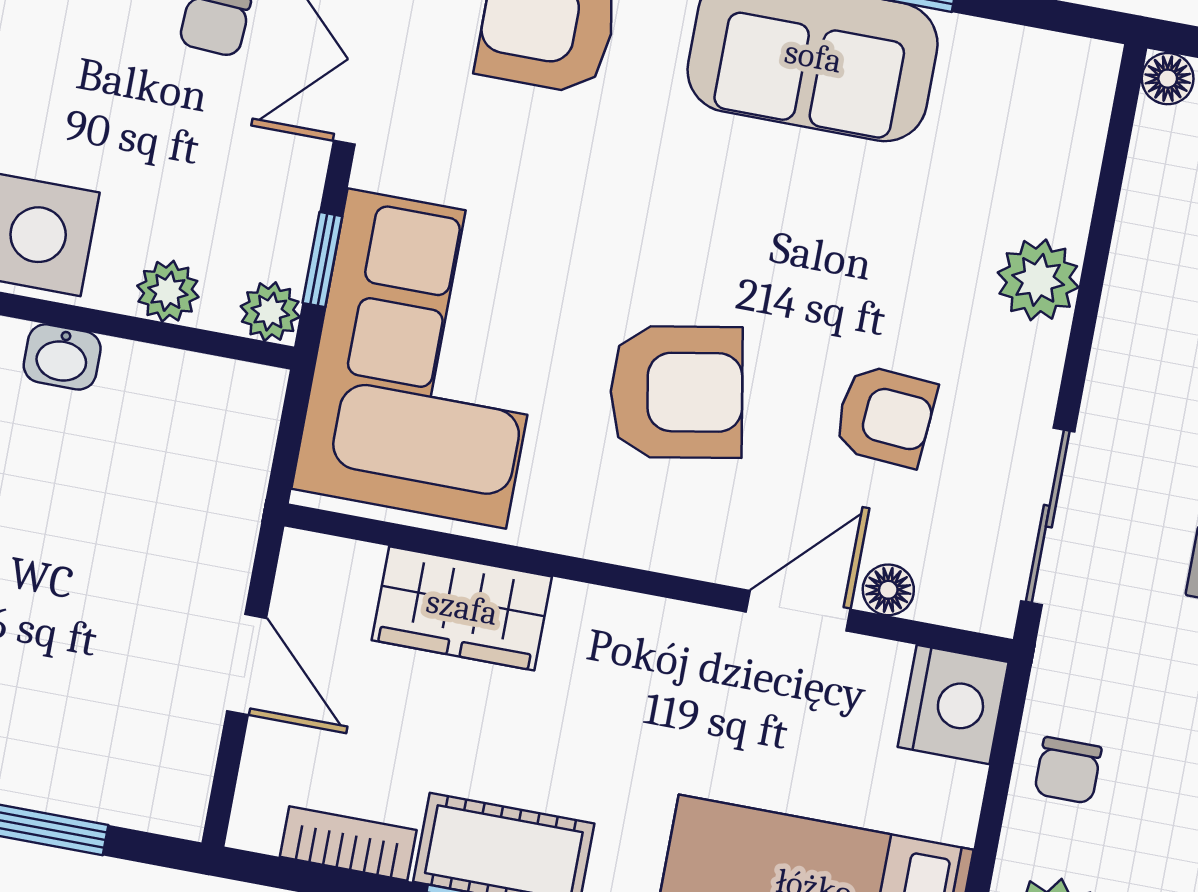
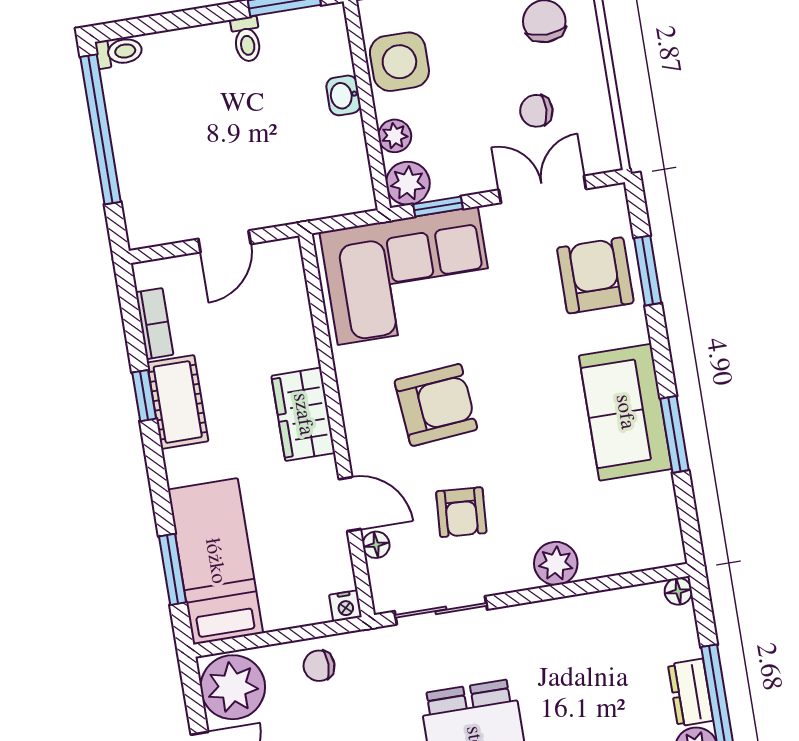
plant: (270, 312) -> (408, 183), width x1.38, depth x1.38
armchair: (677, 392) -> (436, 405), turned -85
wardrobe: (462, 608) -> (303, 414), moved
nightstand: (953, 705) -> (345, 606), width x0.53, depth x0.56

